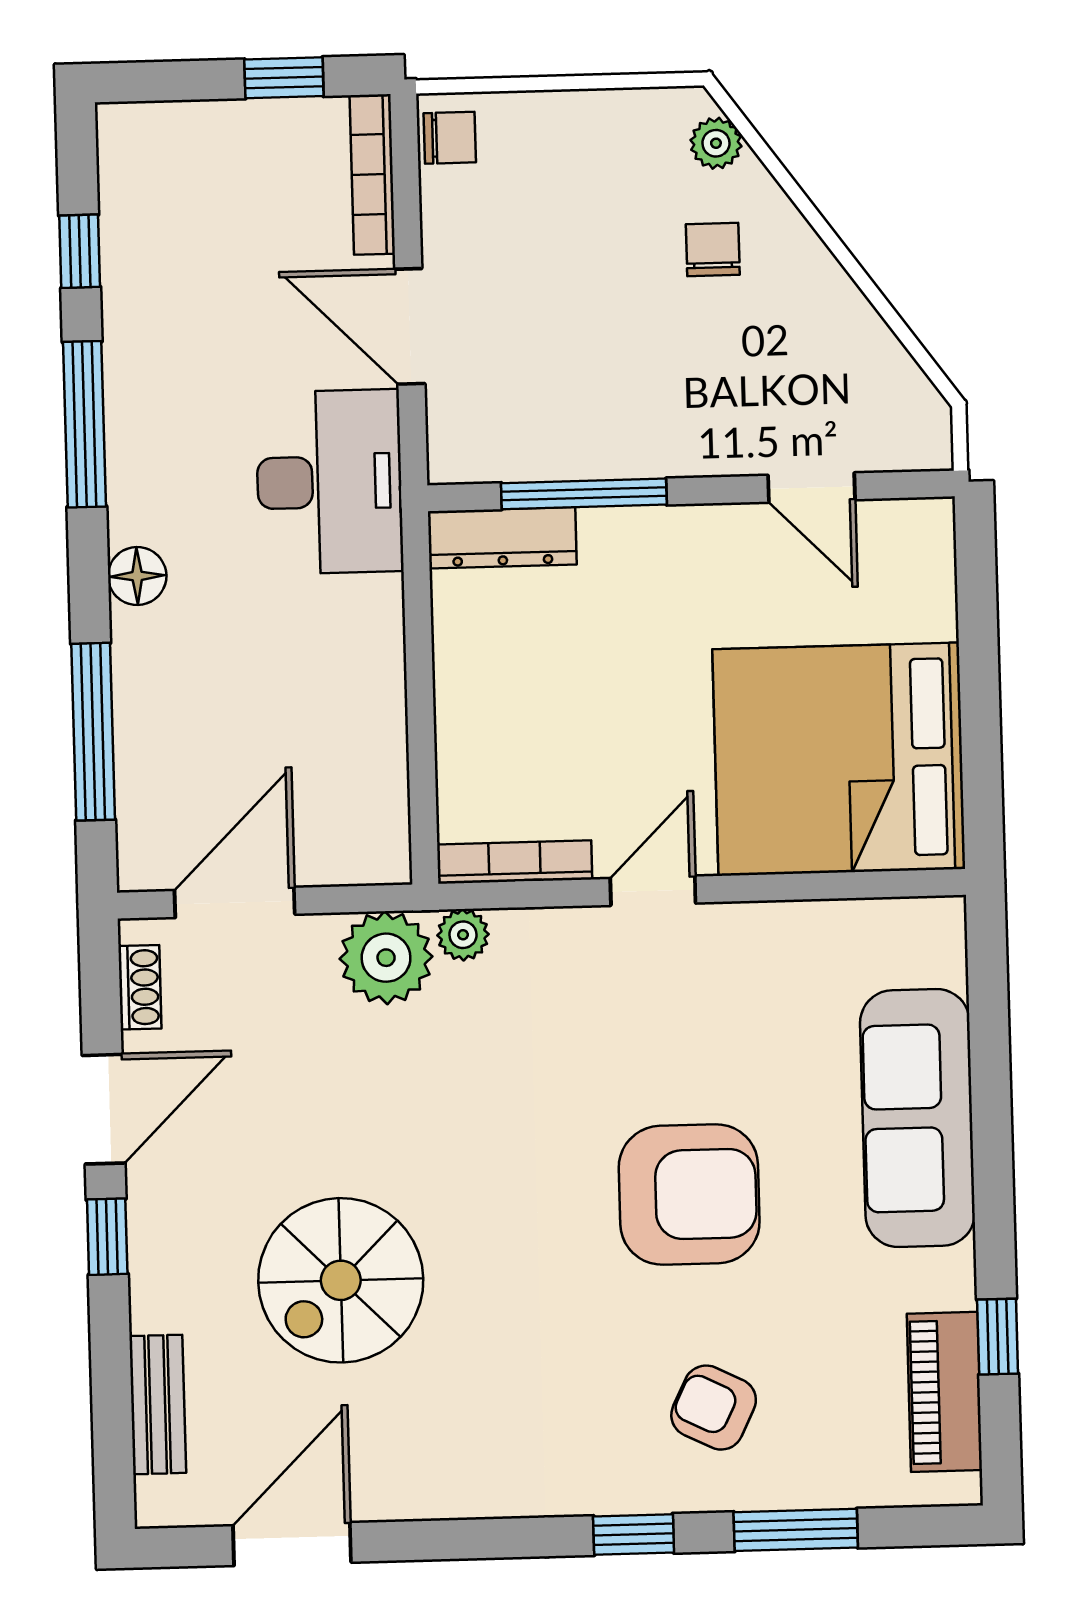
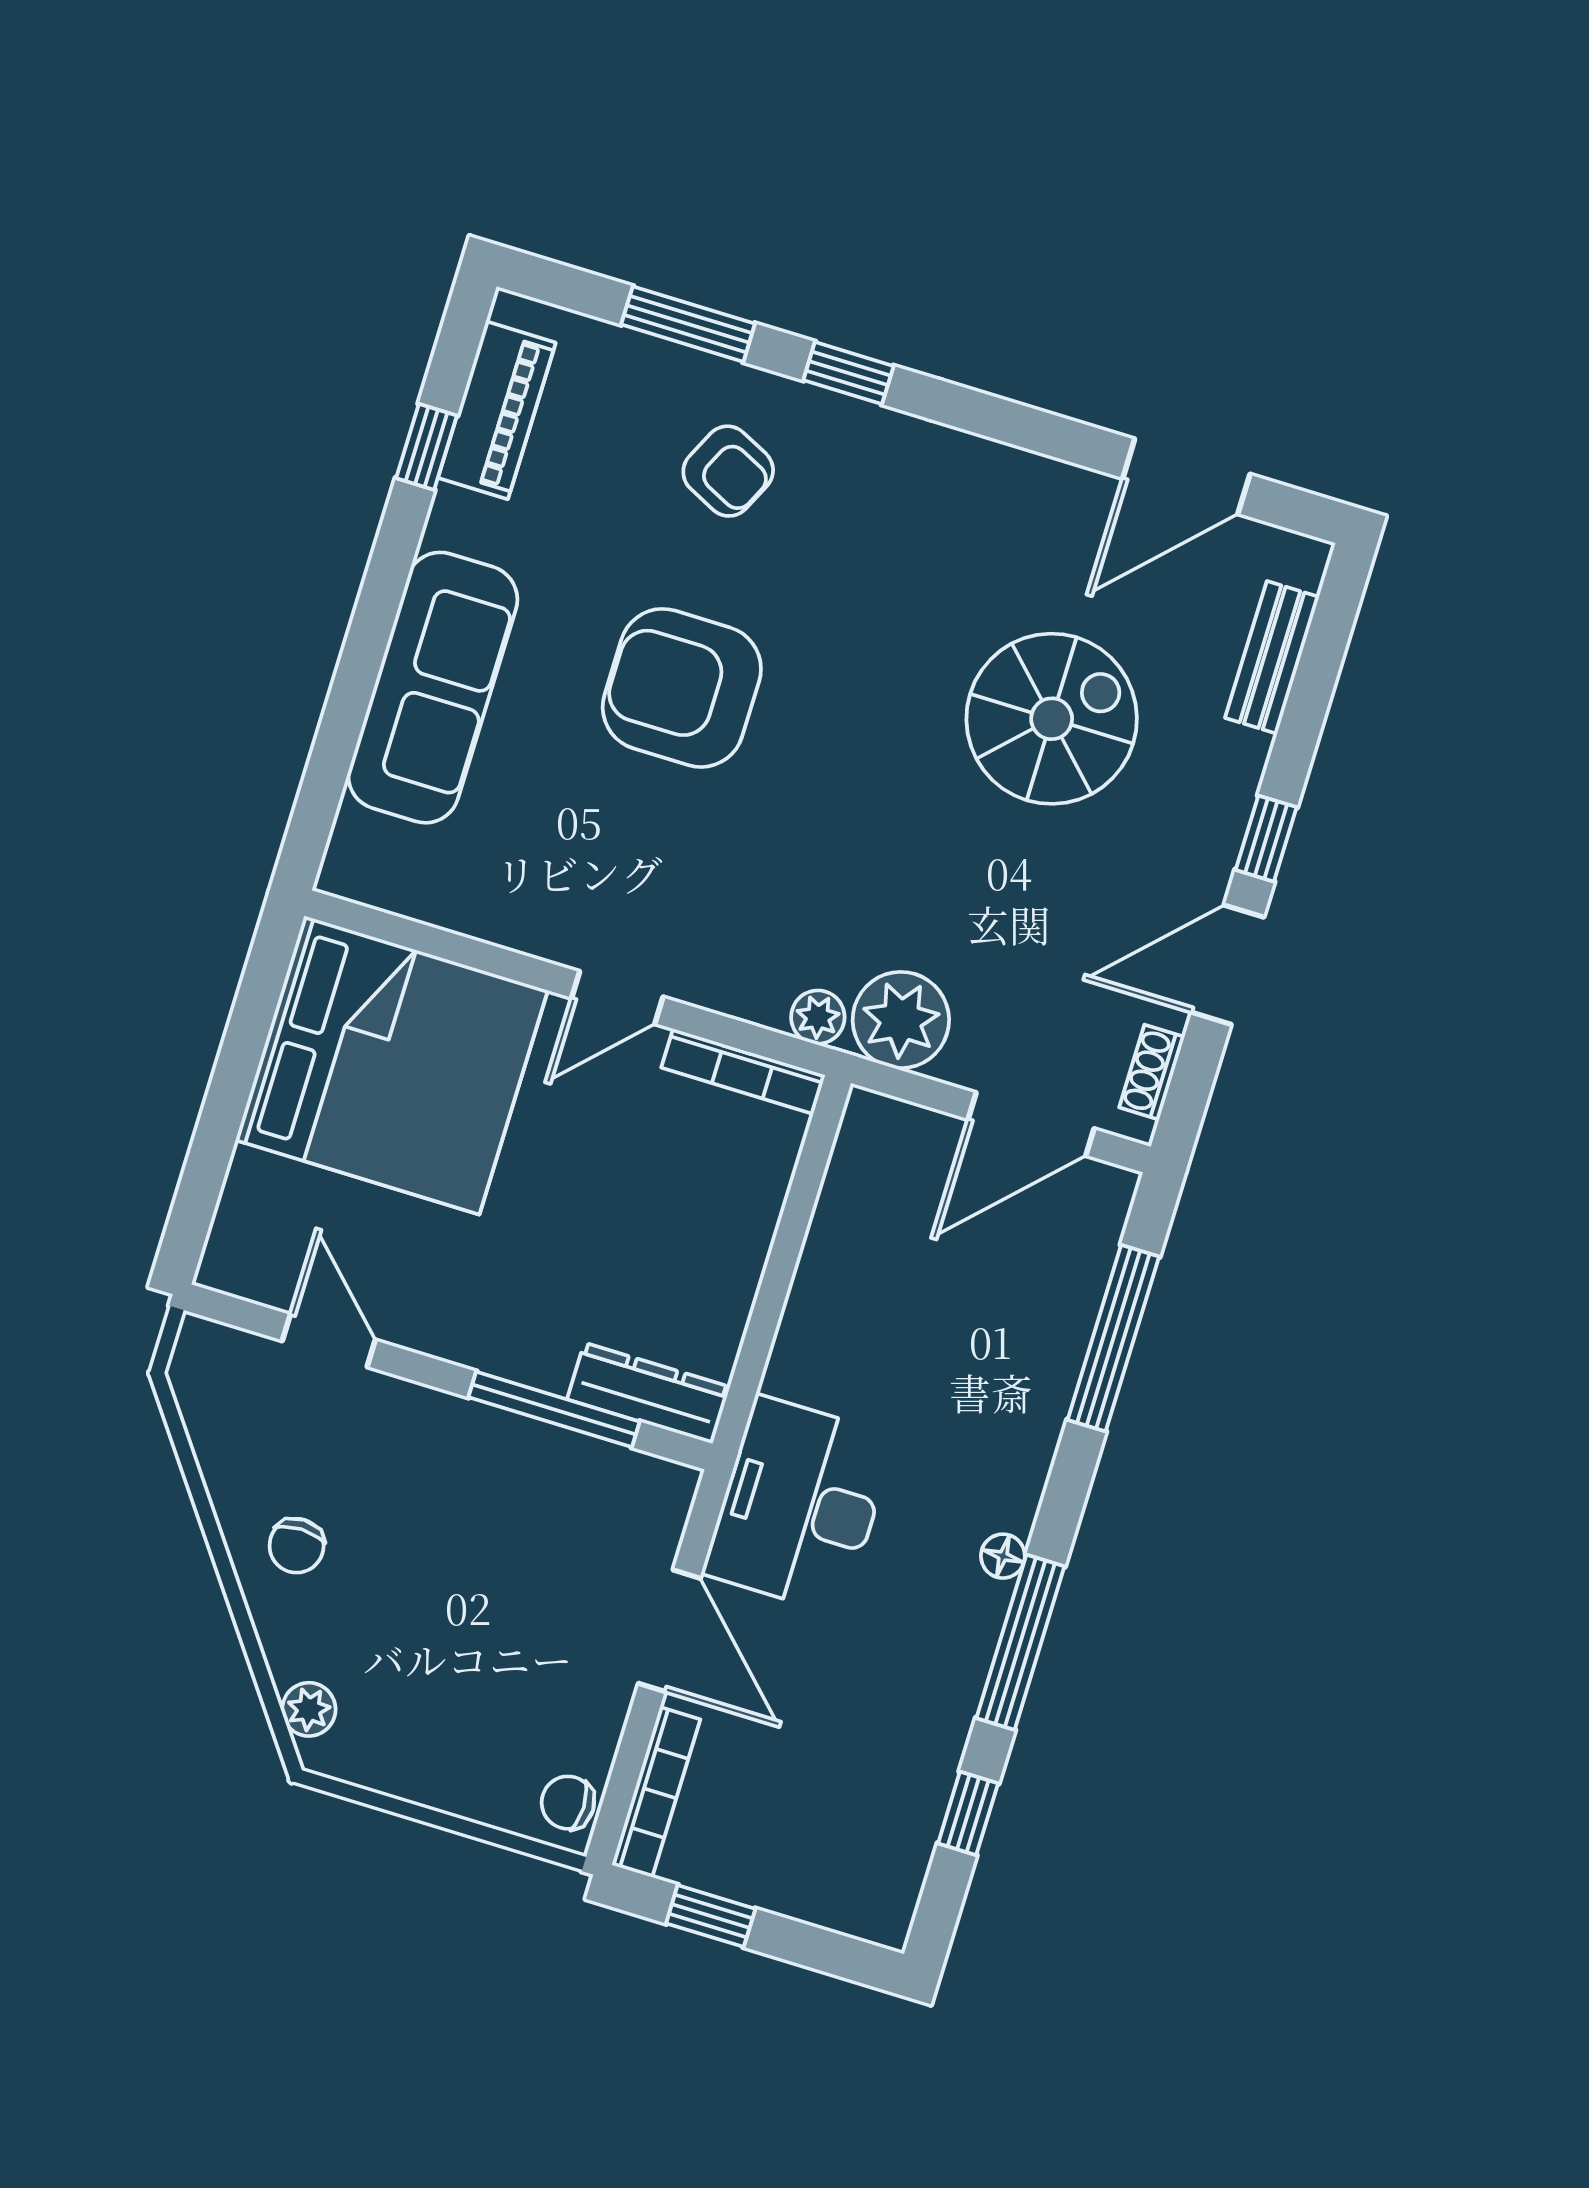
chair: (713, 250) -> (297, 1546), moved
floor lamp: (137, 576) -> (1003, 1556), moved, width x0.73, depth x0.73

